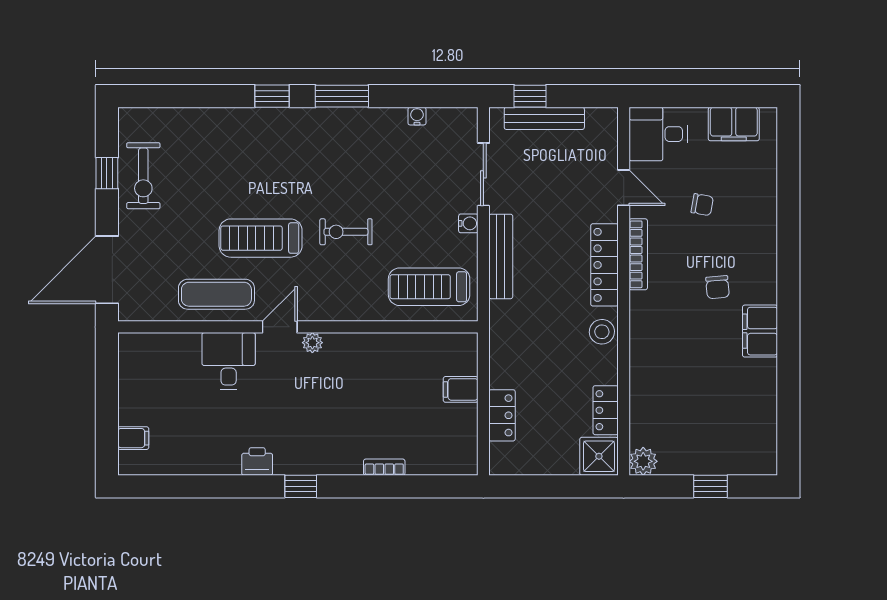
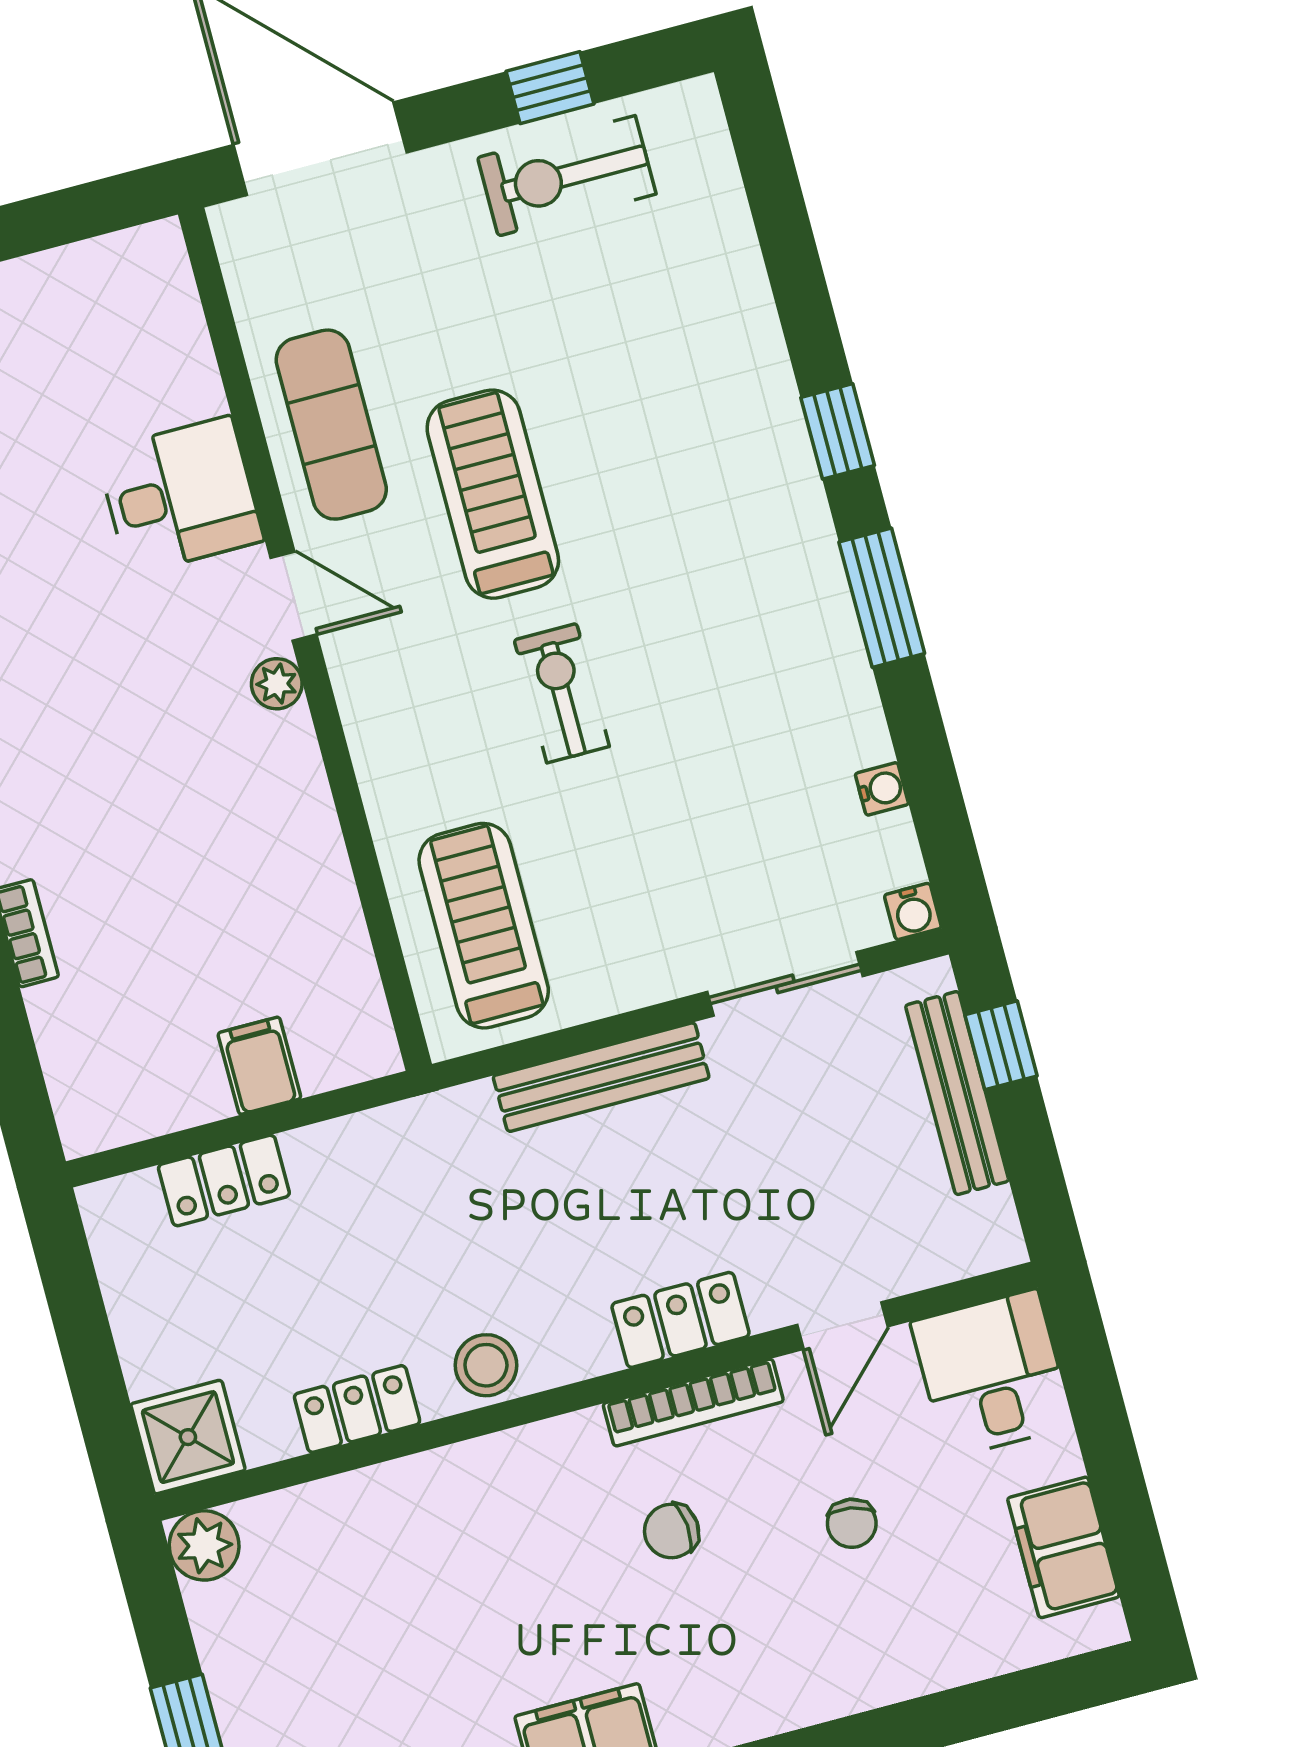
water cooler: (468, 223) -> (913, 911), moved
locker: (604, 265) -> (680, 1320), width x0.66
chair: (718, 287) -> (672, 1531), moved
locker: (606, 410) -> (357, 1409), moved

